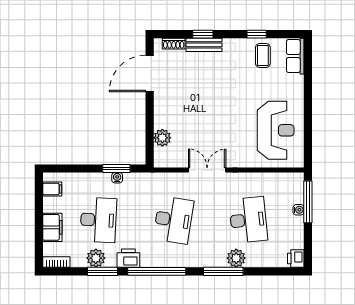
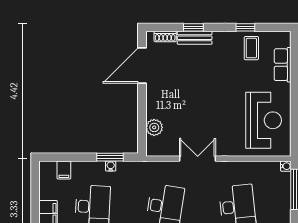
row of seats: (295, 56) -> (283, 65), moved
filing cabinet: (52, 189) -> (64, 170), moved, turned 90
water cooler: (299, 210) -> (286, 166), moved

